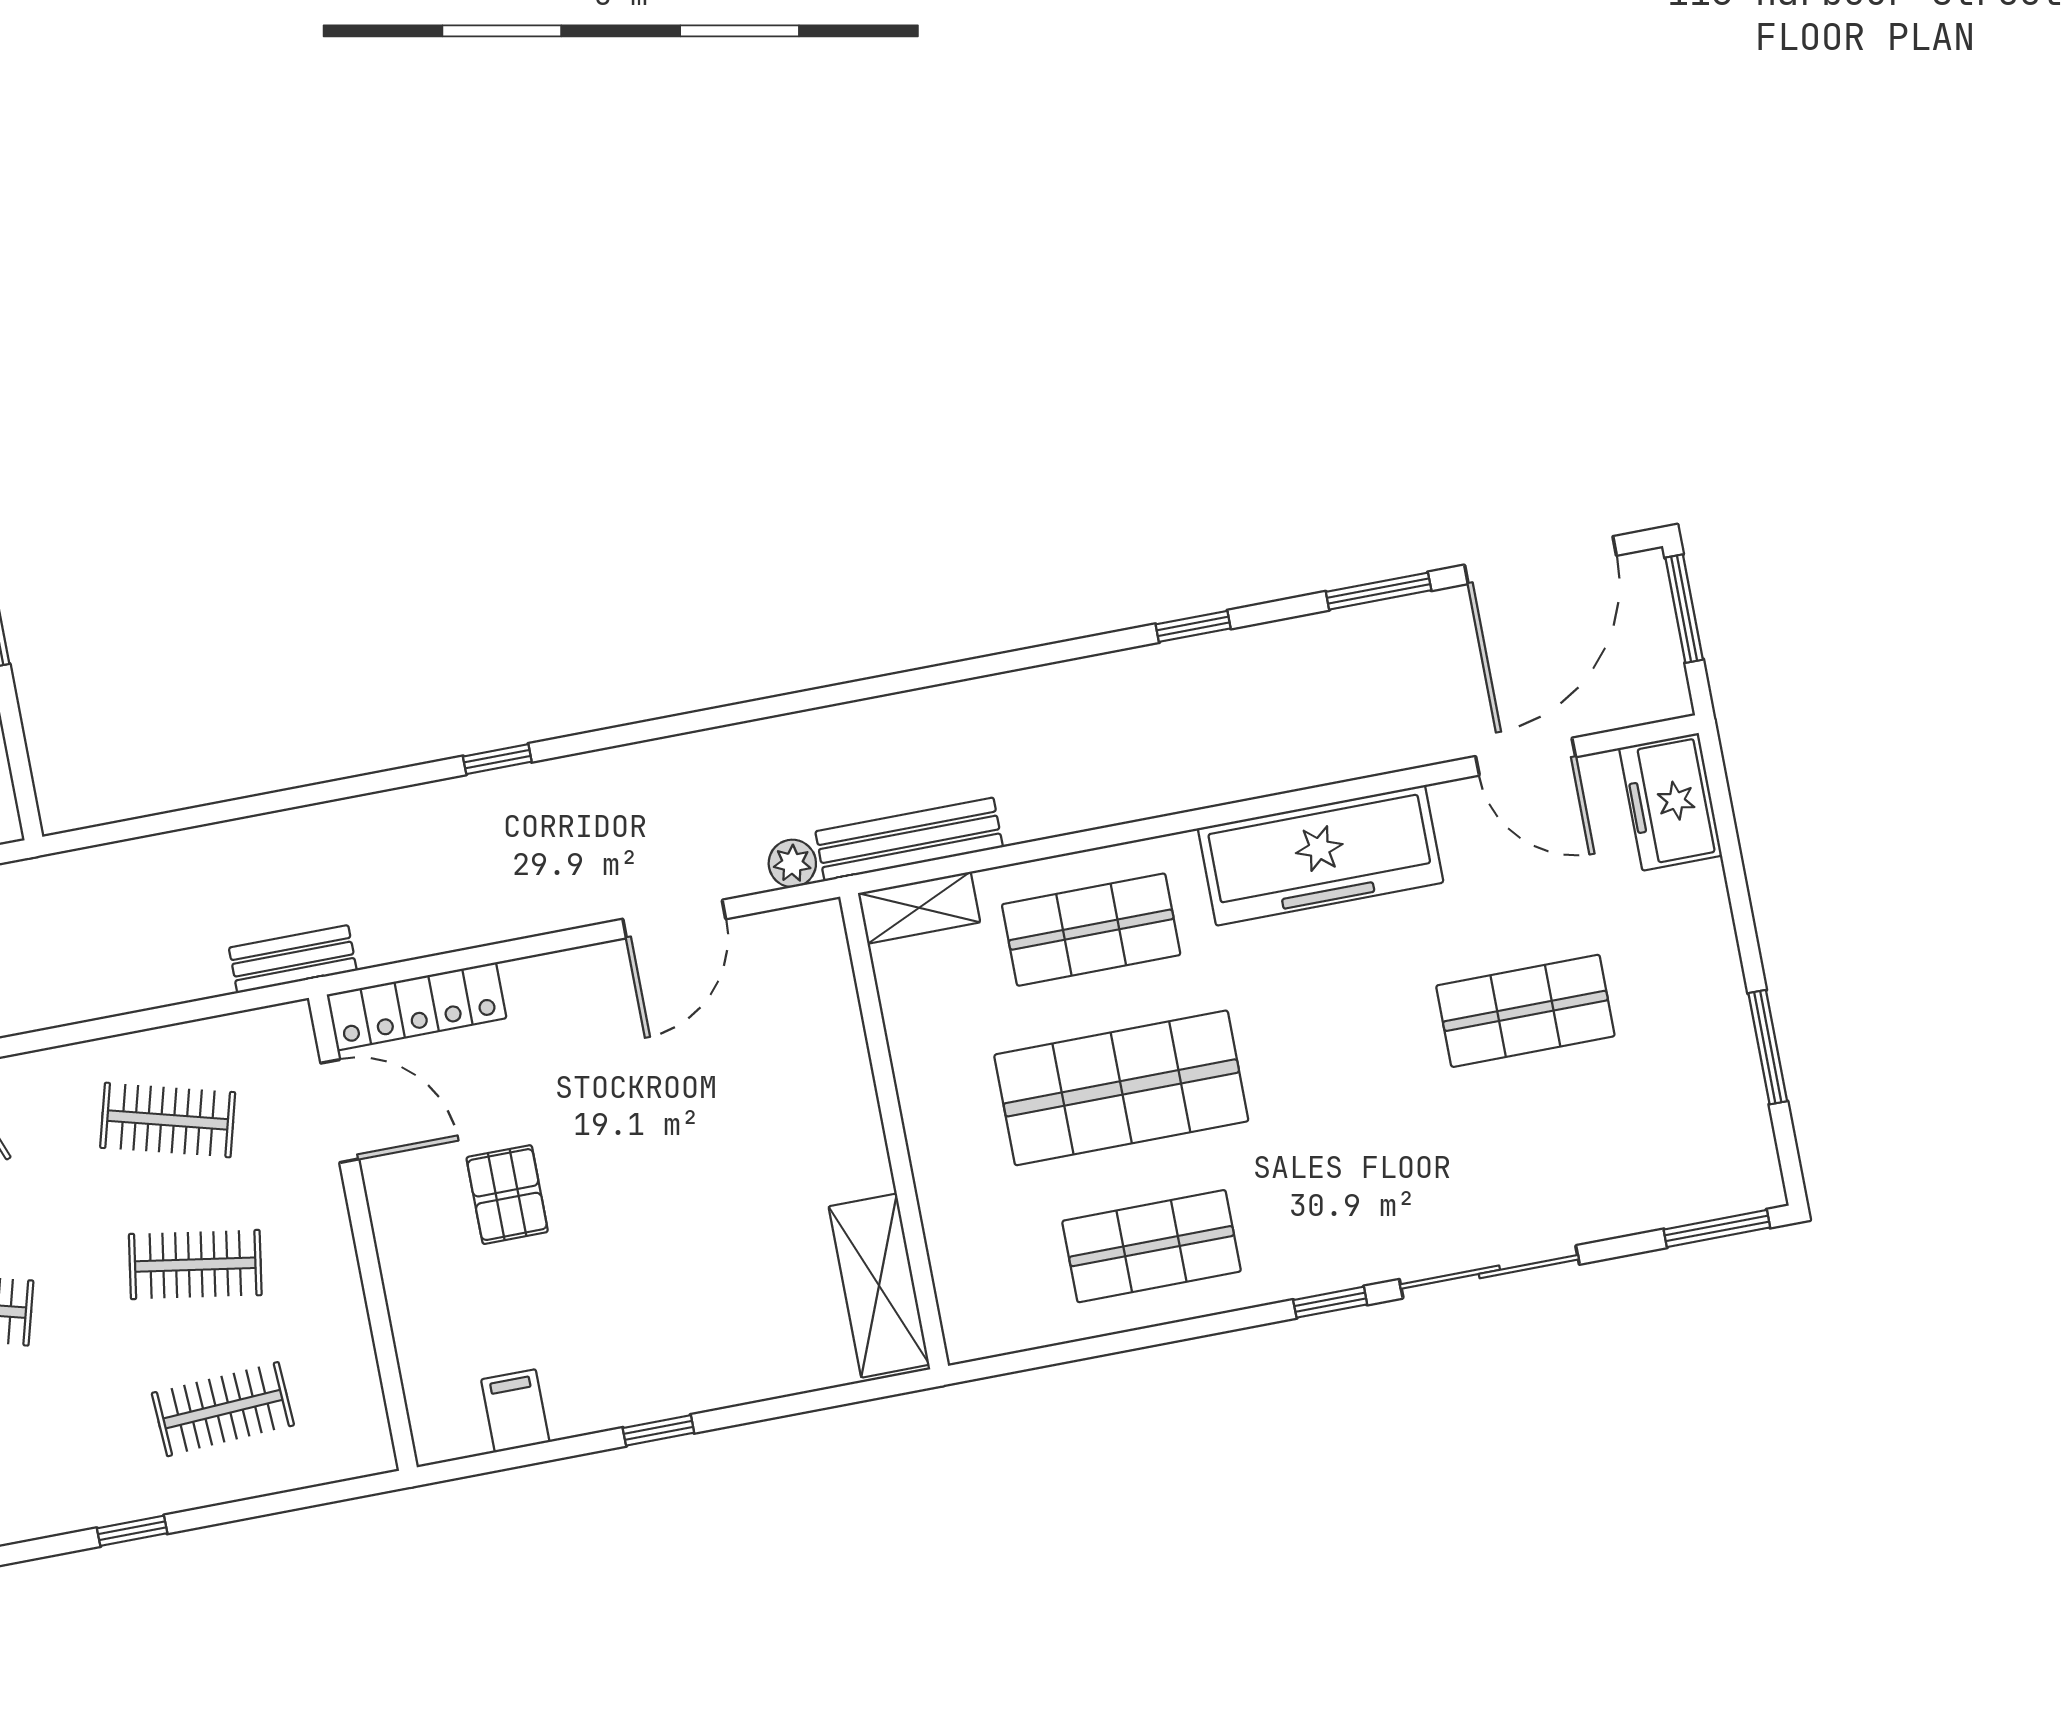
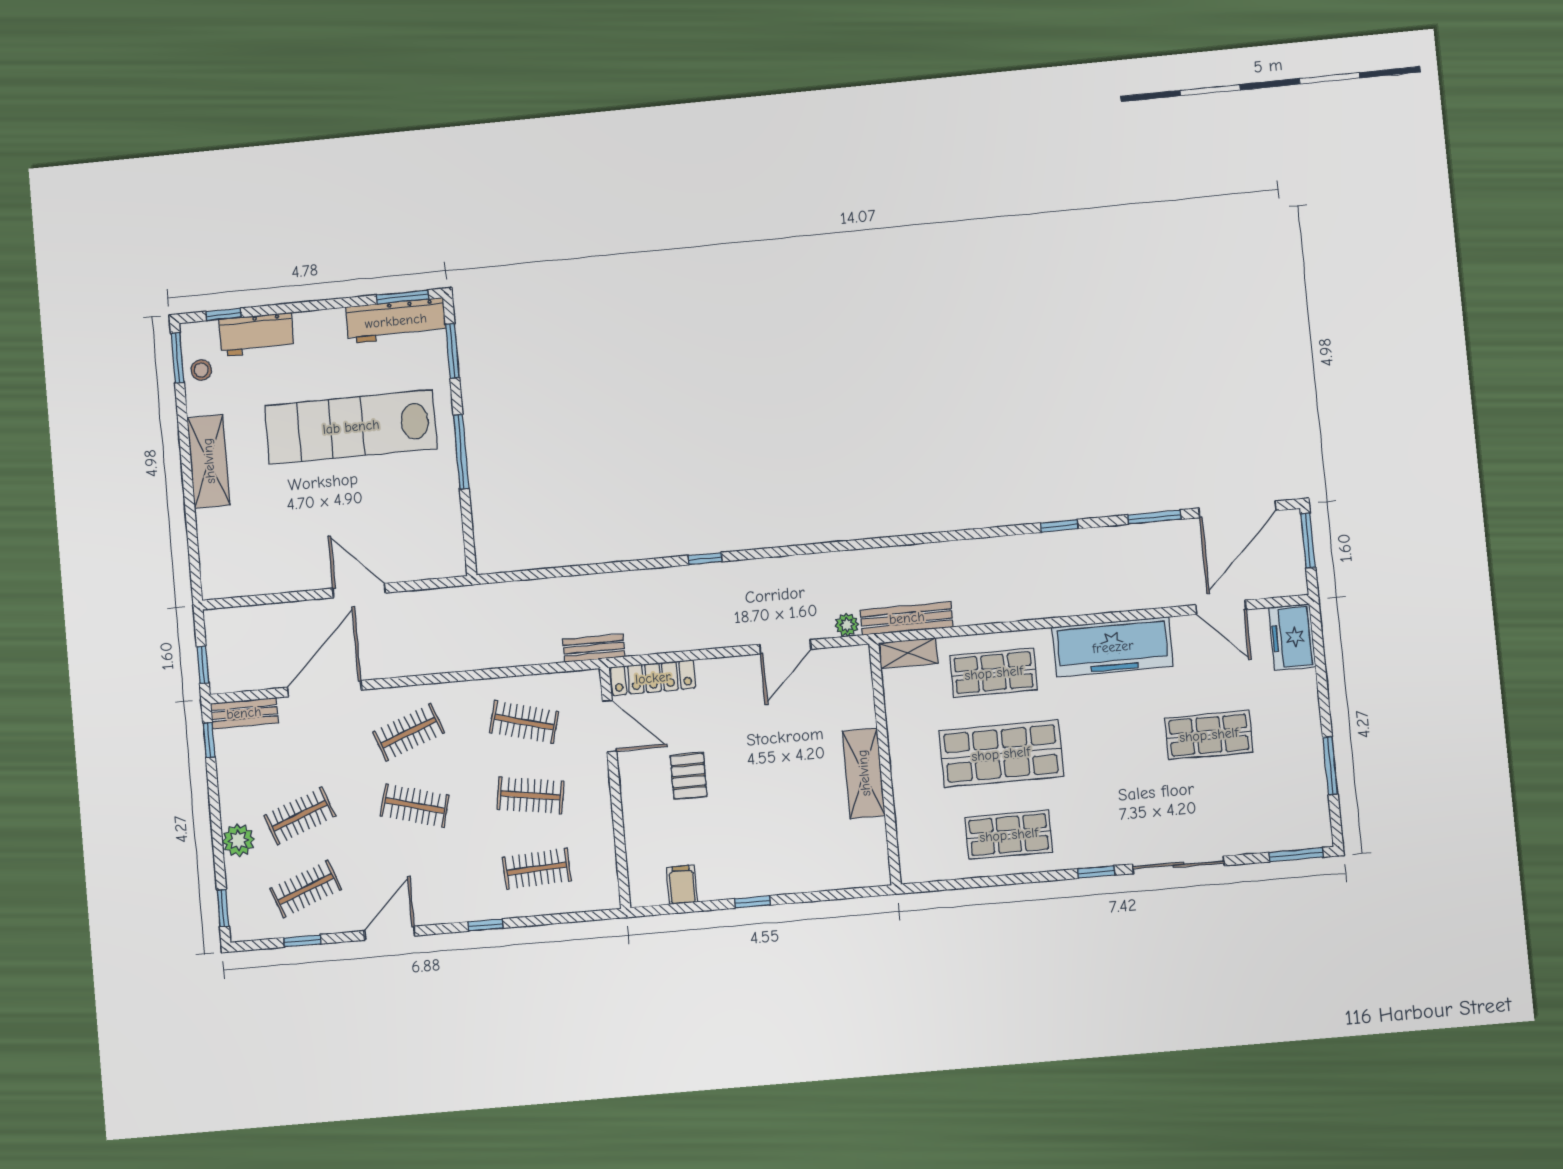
shelving: (879, 1286) -> (864, 773), moved

